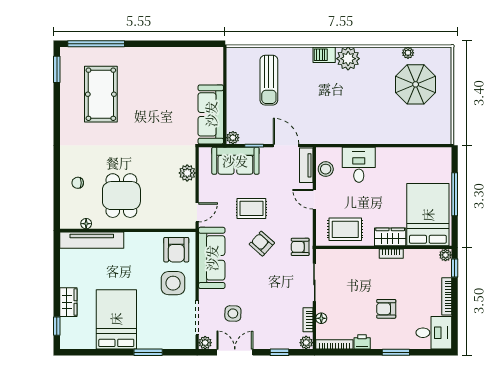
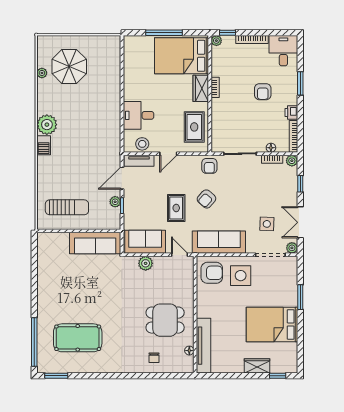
sun lounger: (269, 80) -> (67, 207), moved
plant: (233, 138) -> (115, 202), moved
sofa: (235, 161) -> (145, 242), moved, turned -90

